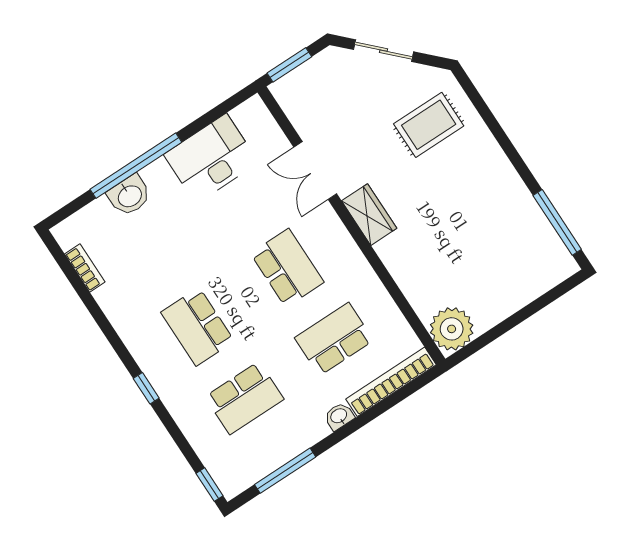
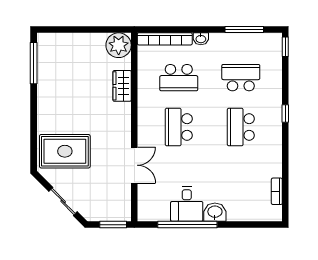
rug: (429, 125) -> (65, 151), width x1.36, depth x1.43
desk: (211, 158) -> (187, 204), width x0.73
window: (136, 166) -> (187, 225), moved
washbasin: (129, 196) -> (215, 212), moved
wardrobe: (369, 215) -> (122, 86), moved
school desk: (198, 327) -> (241, 127), turned 180

